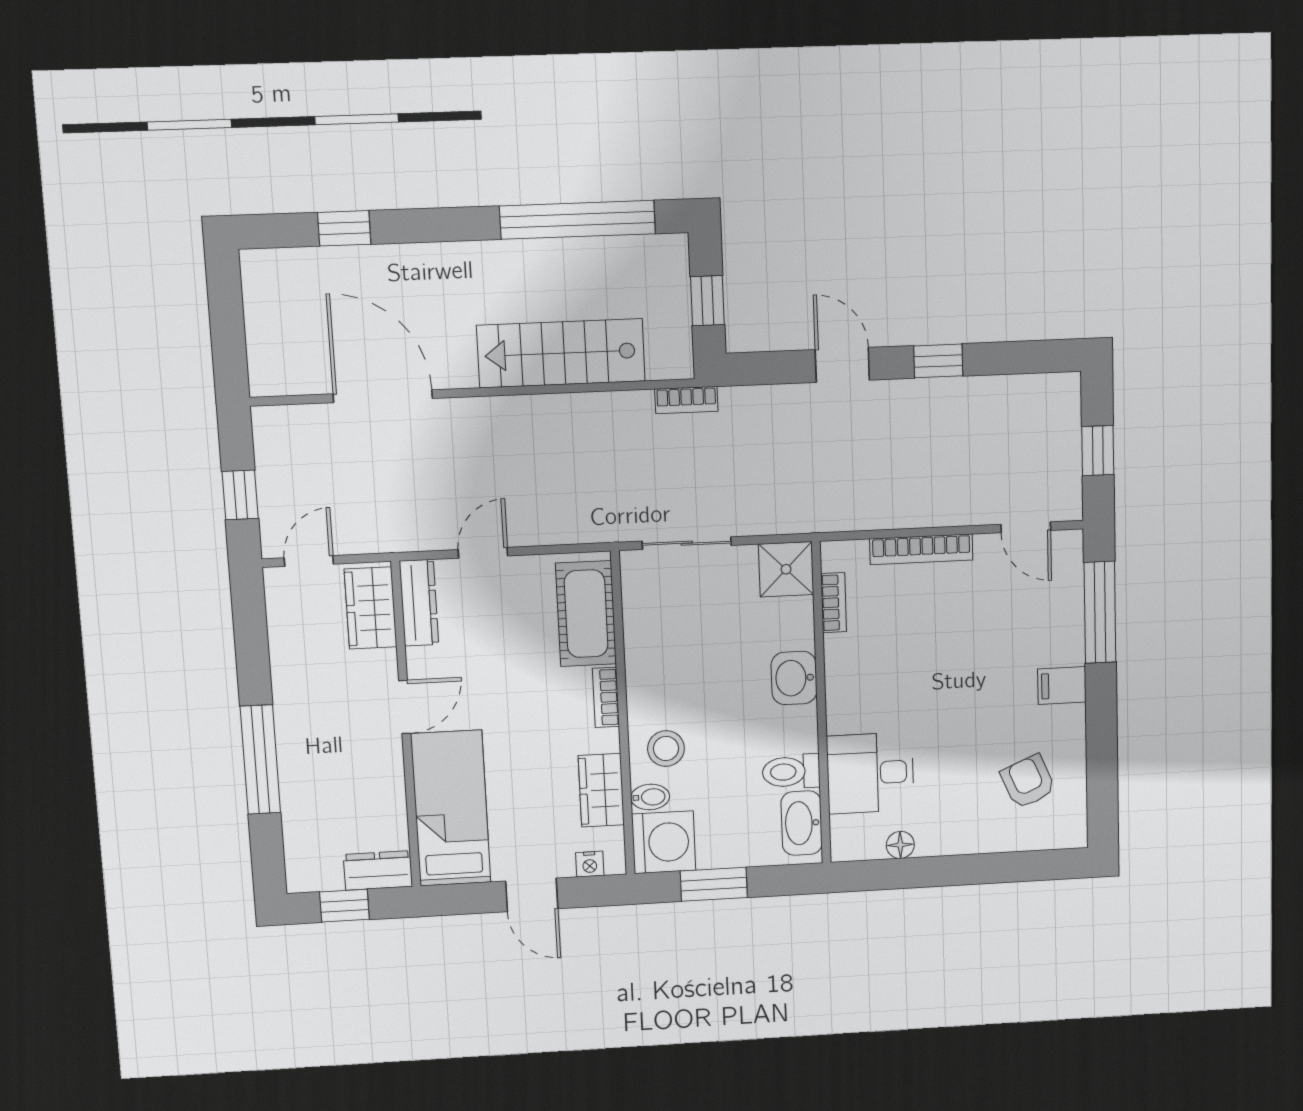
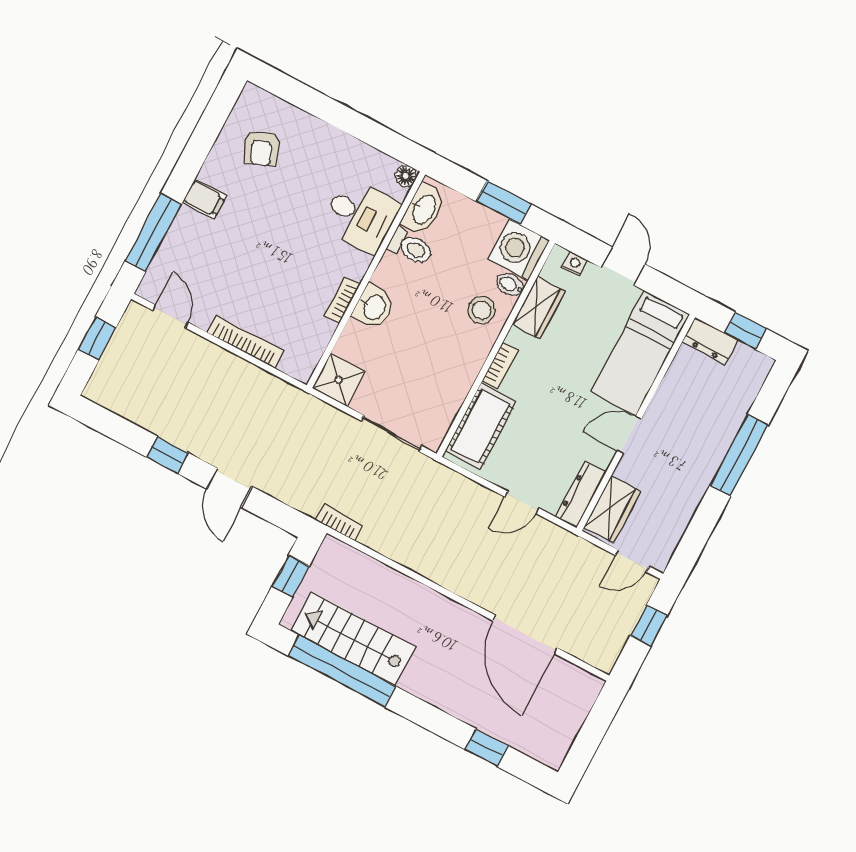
stairs: (561, 353) -> (353, 639), moved, turned 180
bookcase: (834, 603) -> (342, 300), moved
floor lamp: (900, 845) -> (406, 176), moved

